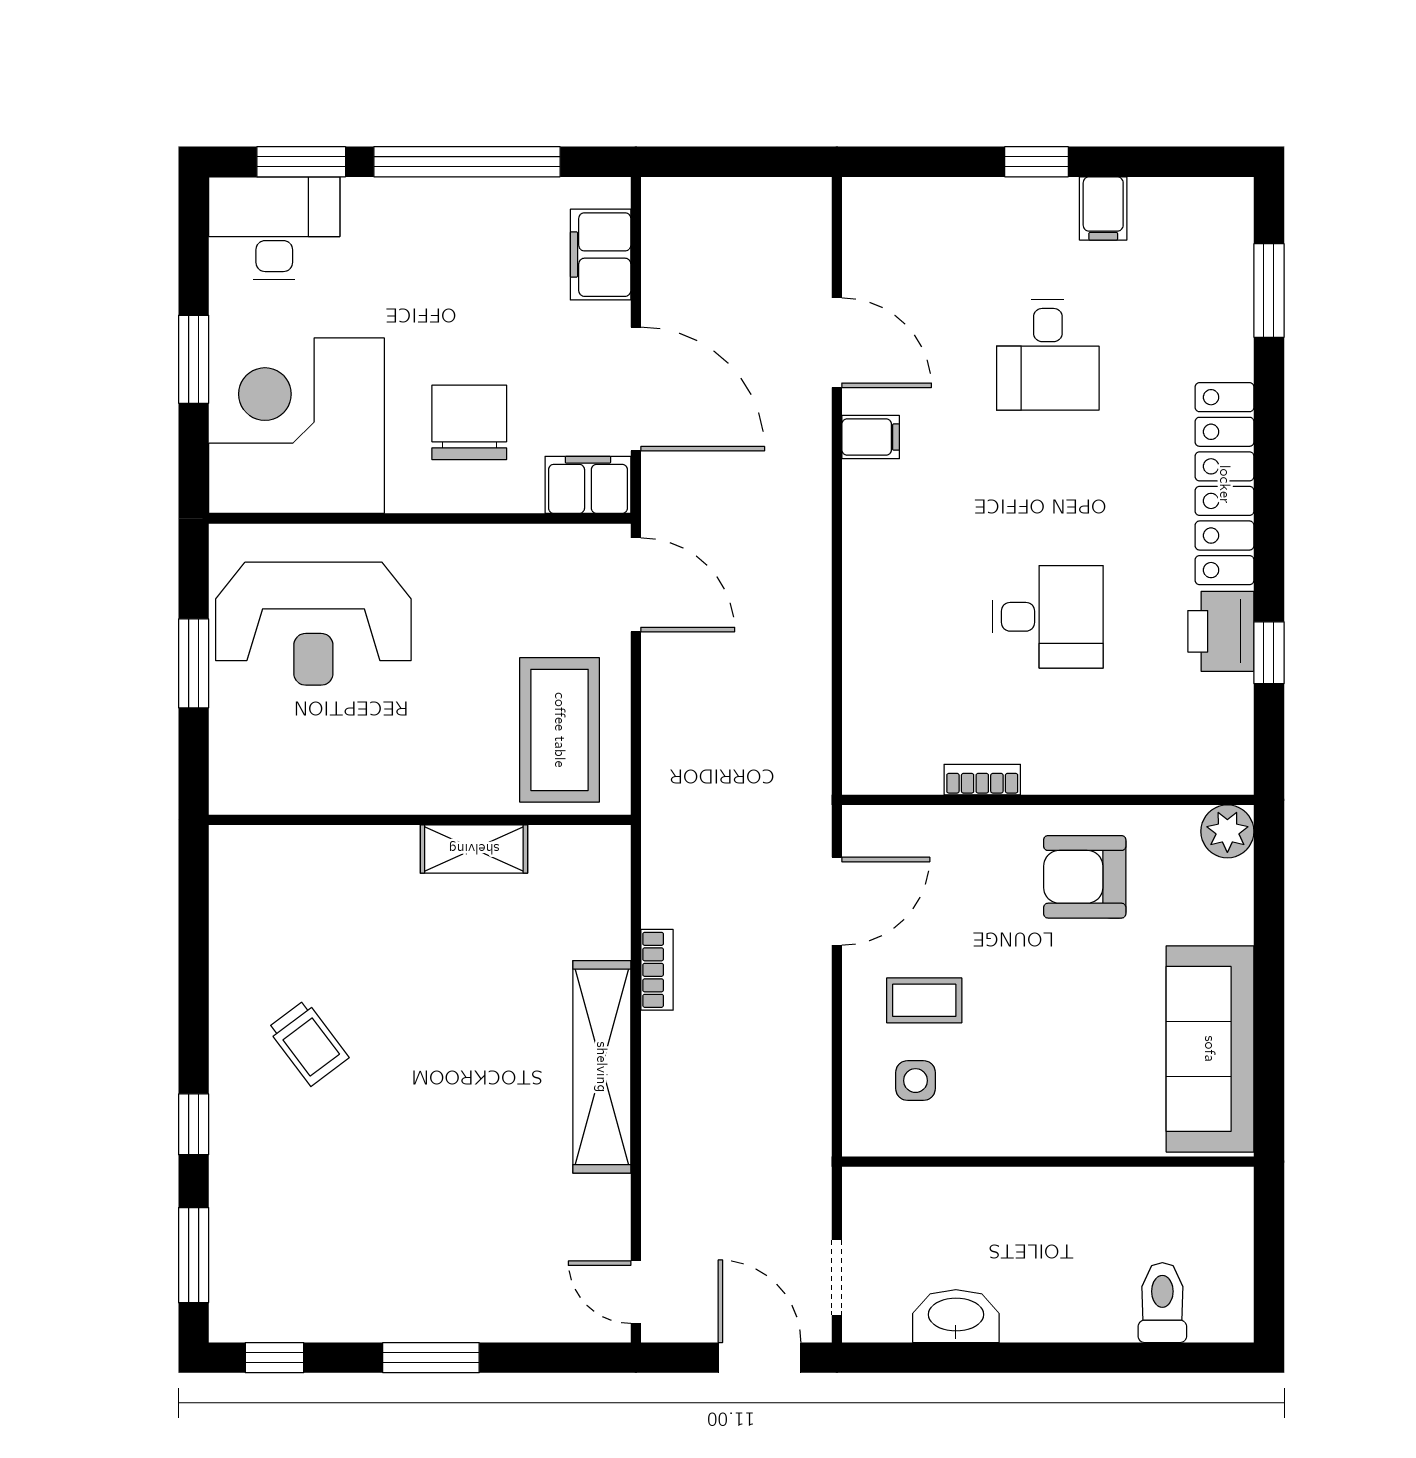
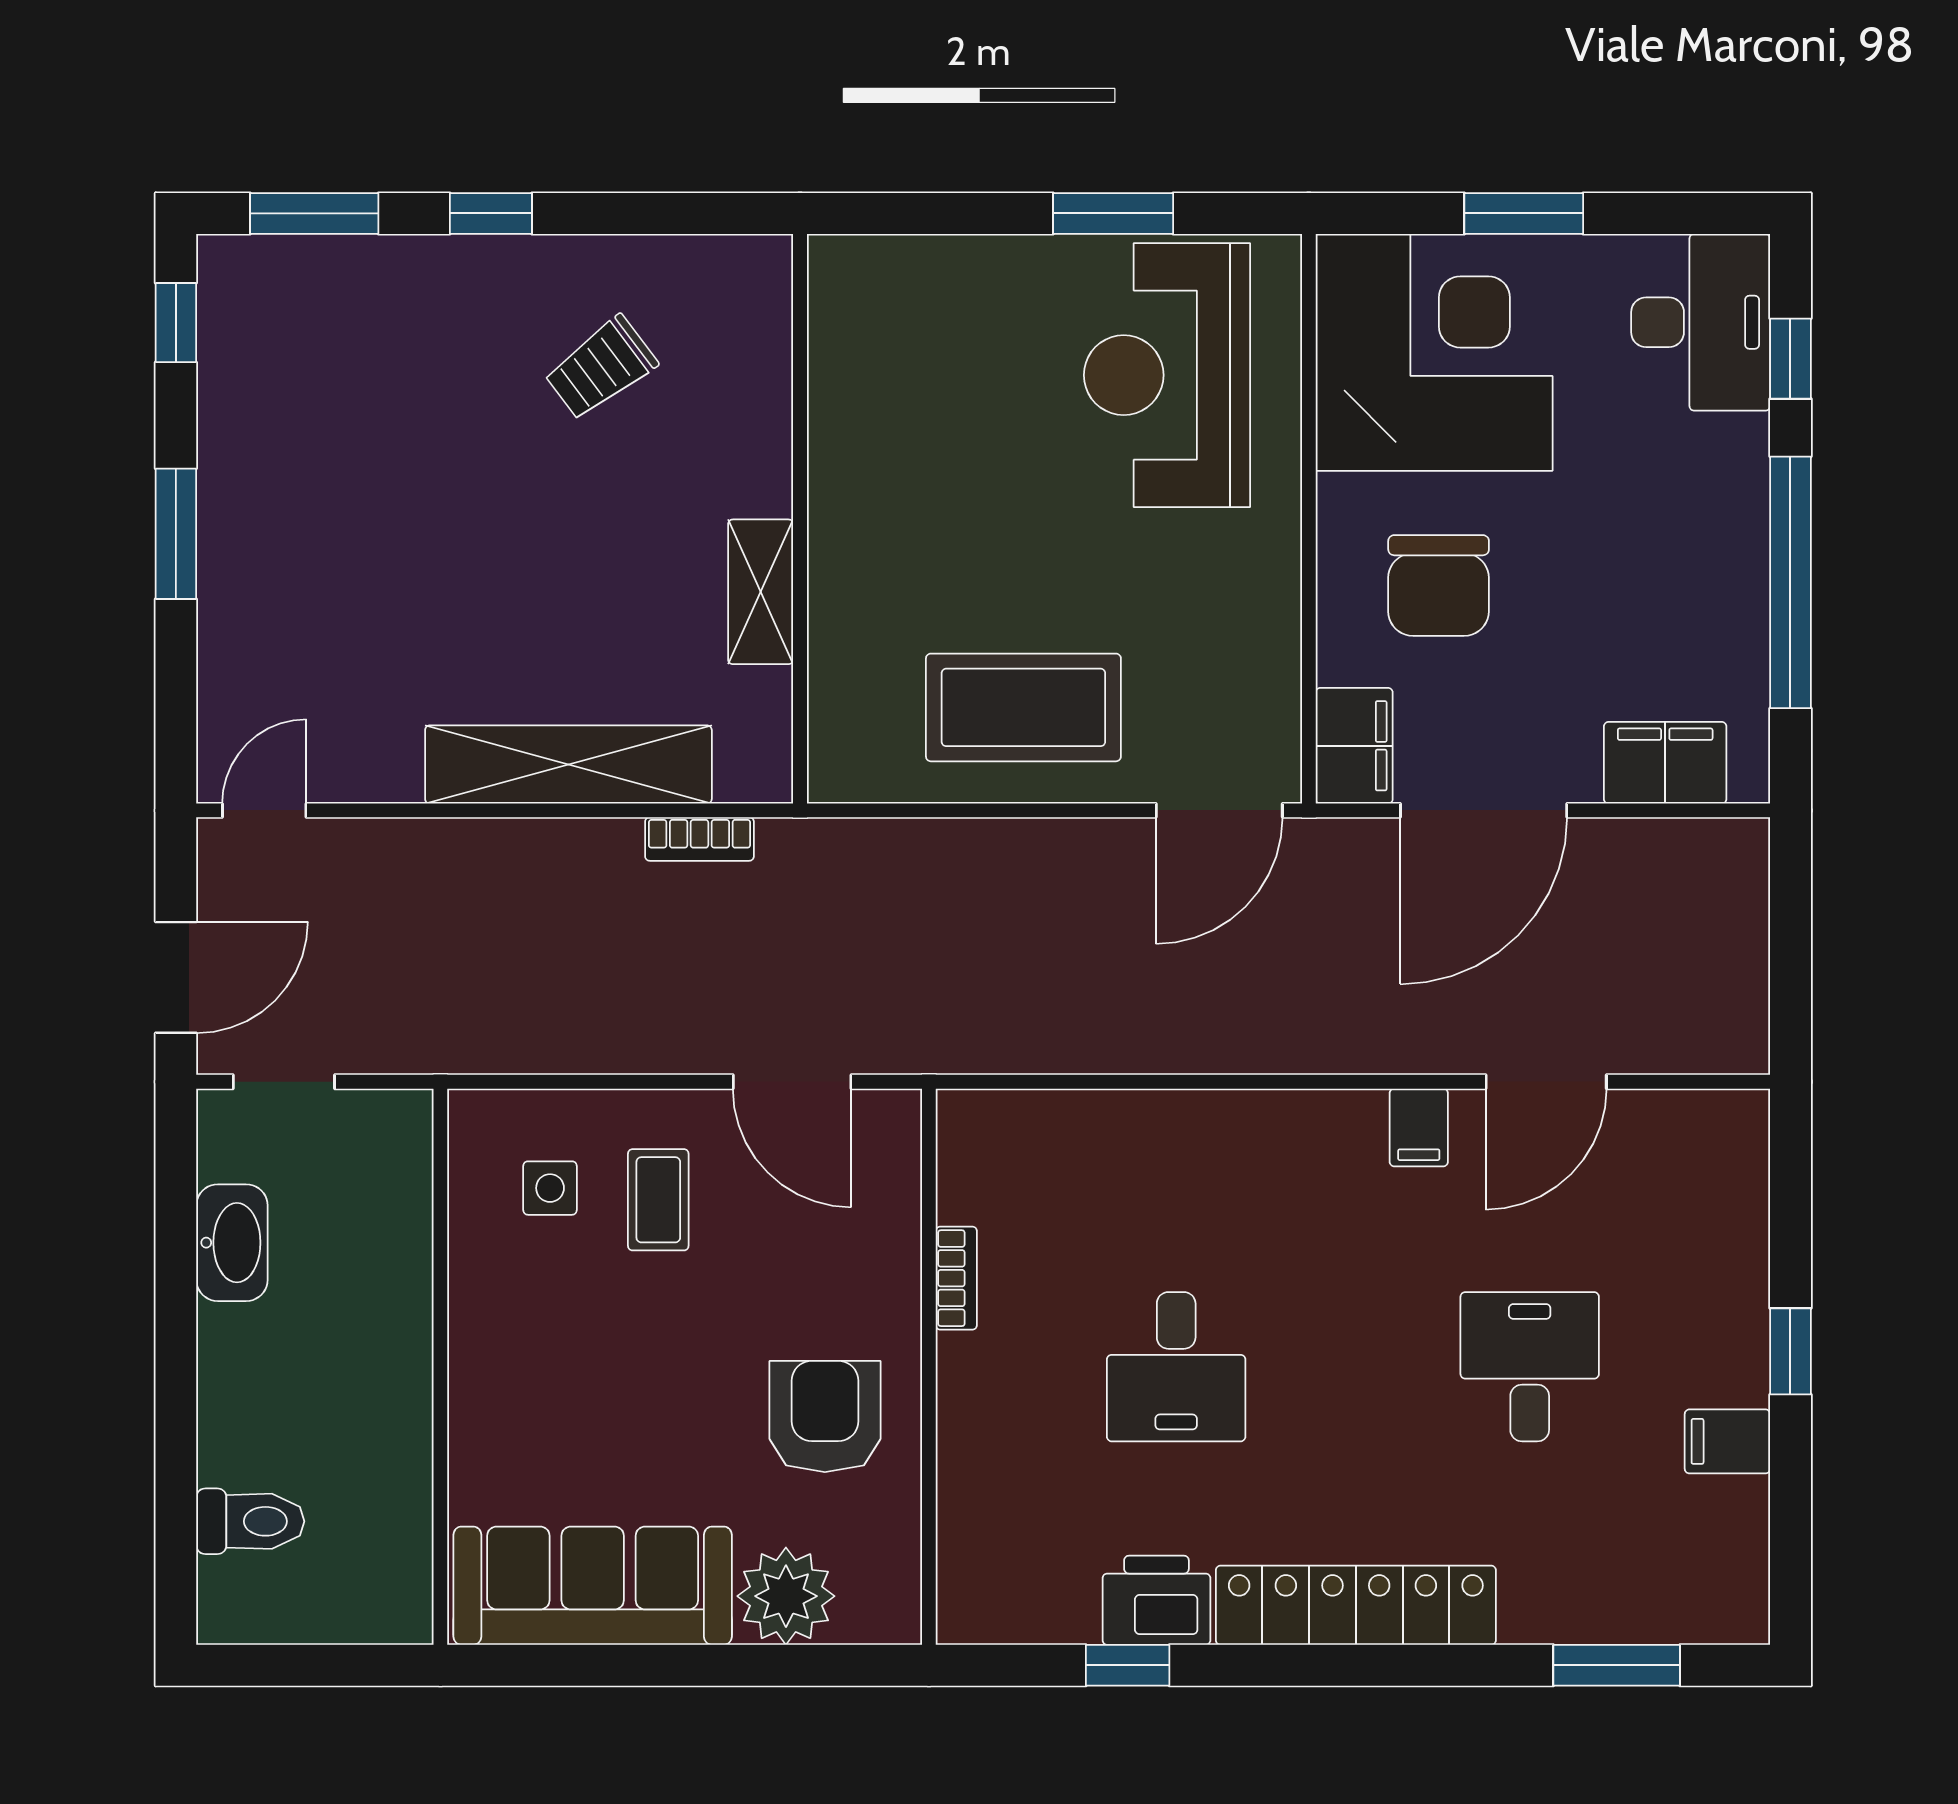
window: (301, 162) -> (1790, 359), width x0.67
desk: (1048, 355) -> (1530, 1367), turned 90
chair: (469, 422) -> (1439, 586), turned 90
wall: (420, 820) -> (800, 519), moved
plant: (1227, 831) -> (786, 1596), moved, width x1.36, depth x1.36
shelving: (474, 849) -> (761, 592), moved

